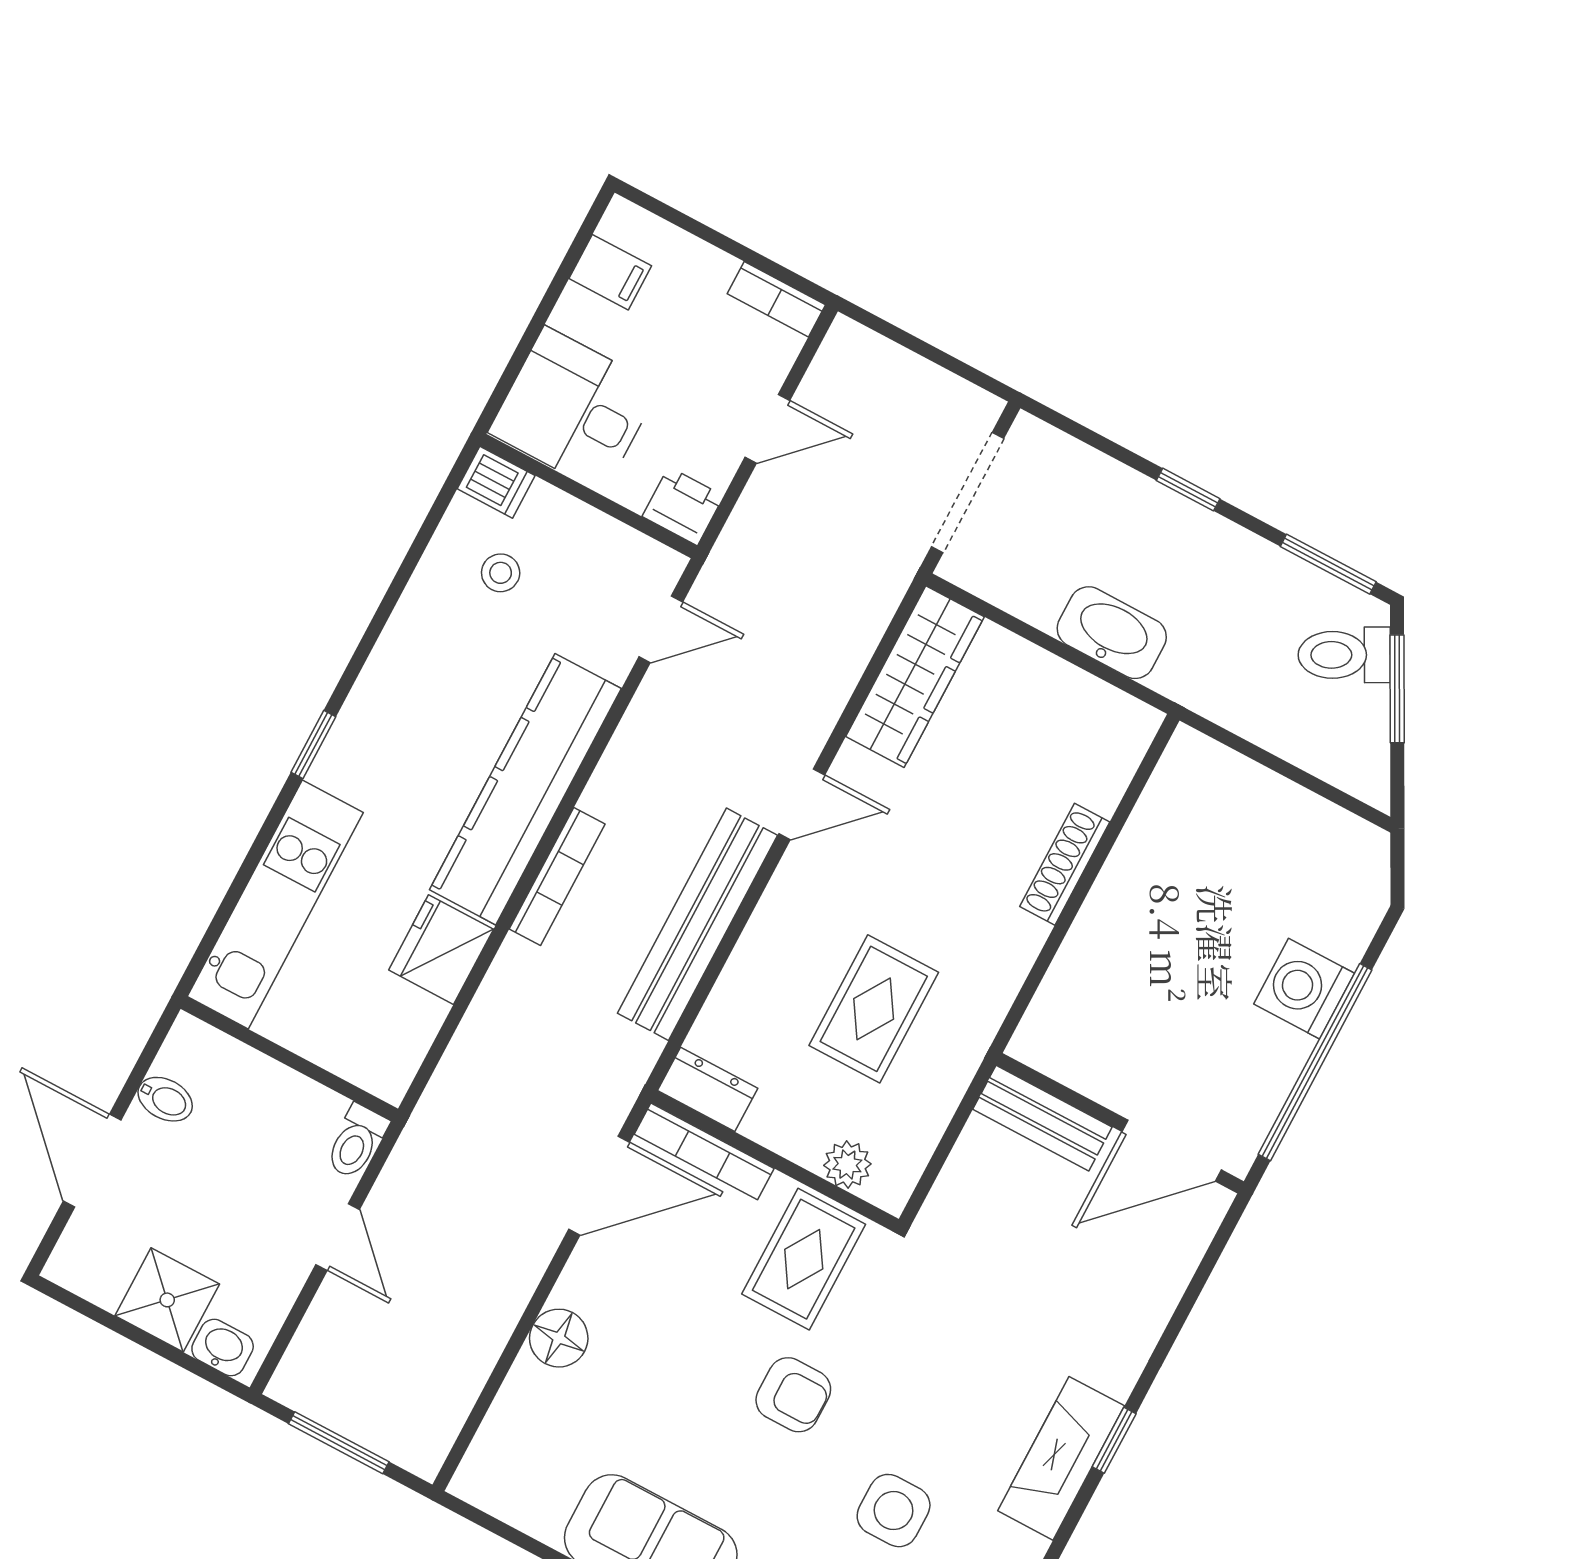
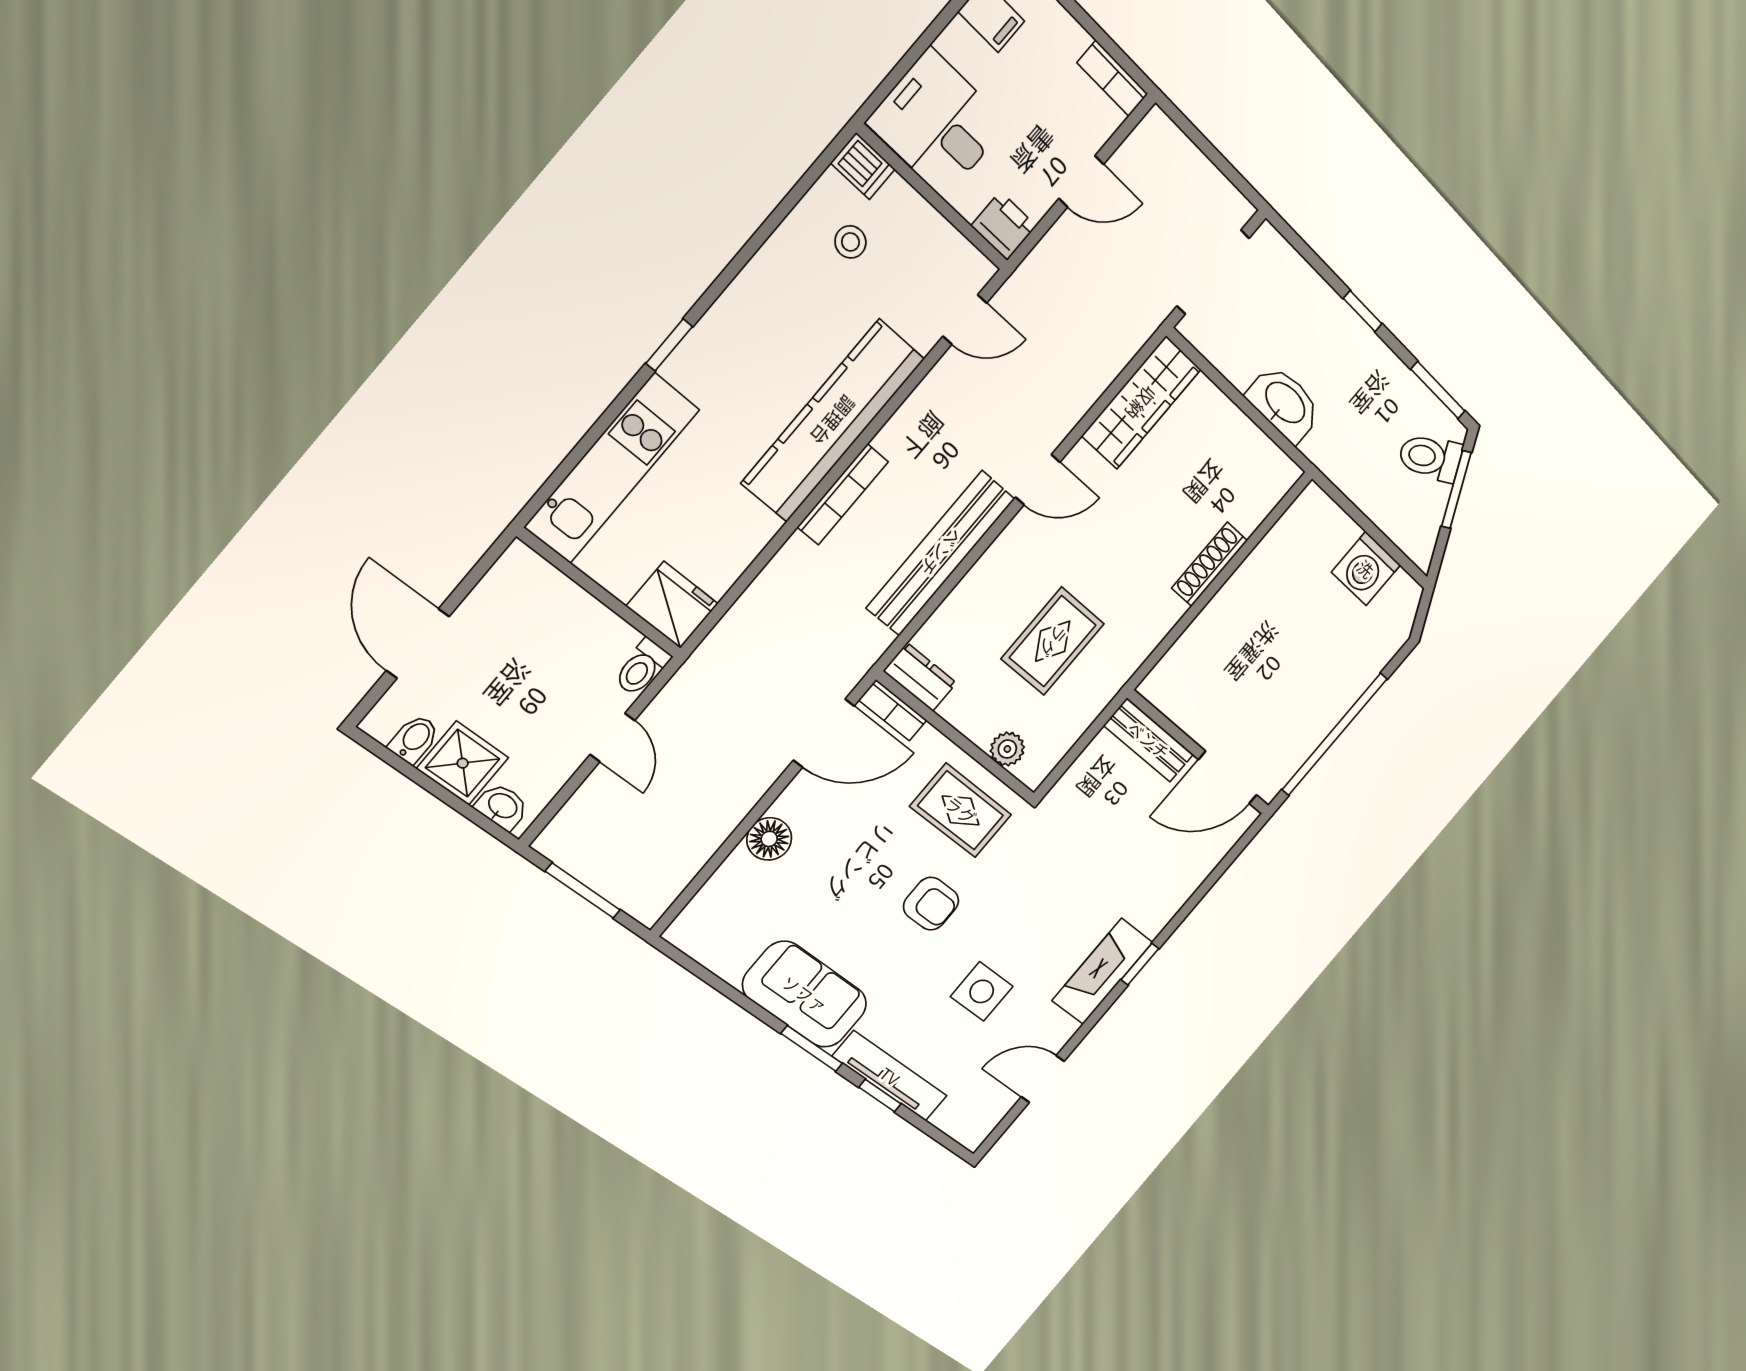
fridge: (441, 950) -> (672, 605), moved, turned 90
washing machine: (1304, 989) -> (1366, 569), moved, turned -90
bidet: (165, 1099) -> (414, 739), moved, turned -90
bookcase: (704, 1151) -> (893, 710), width x0.64
rug: (804, 1259) -> (961, 810), turned 90

